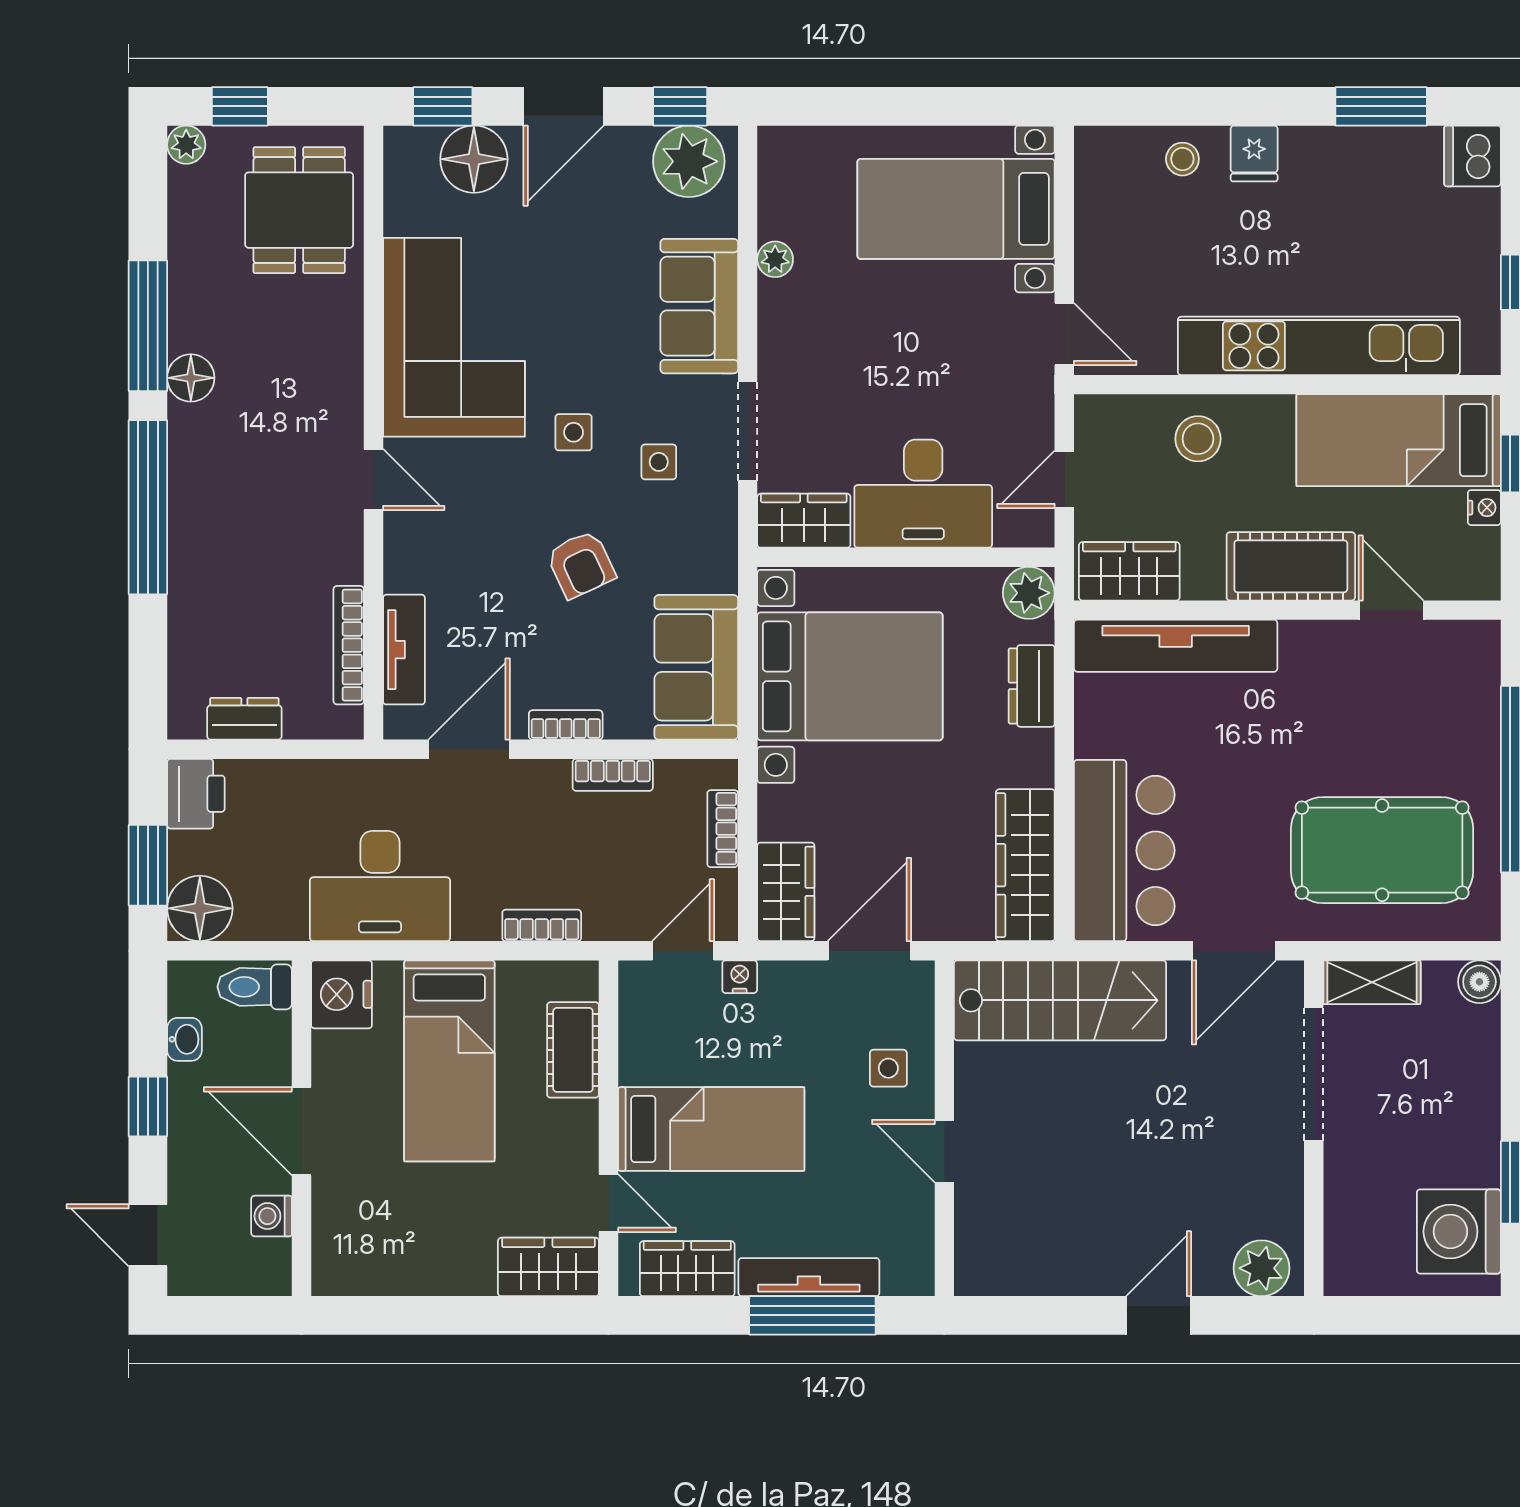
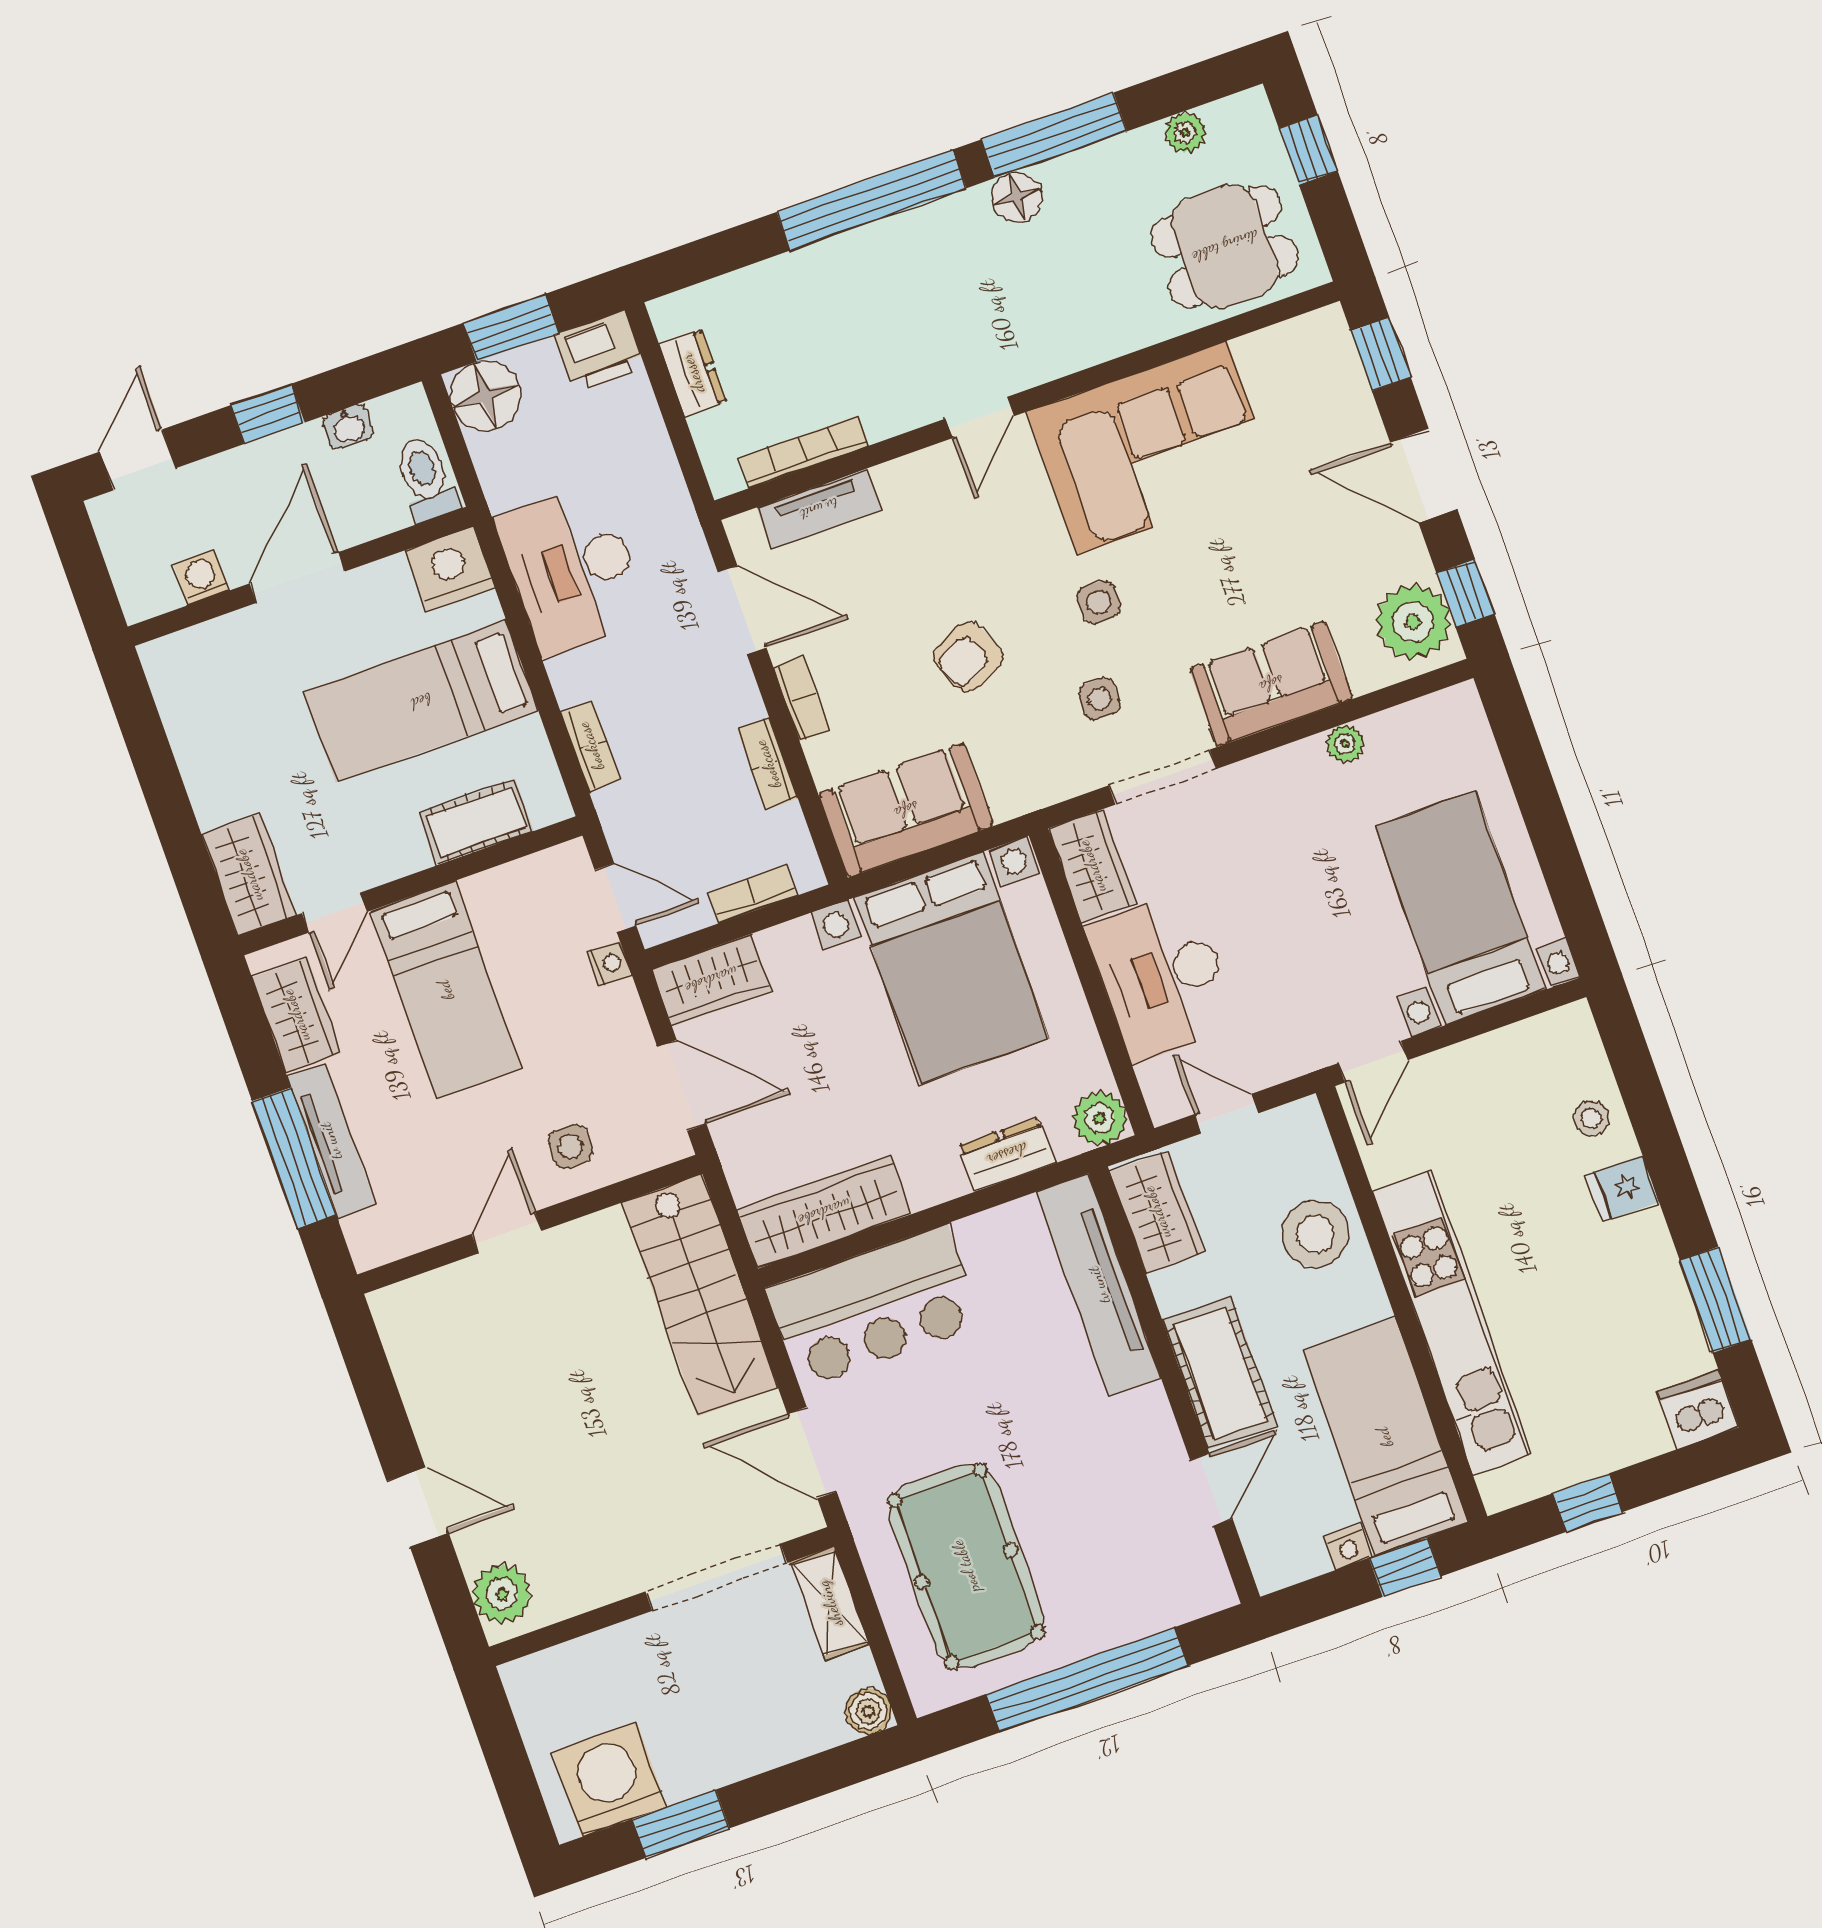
plant: (186, 145) -> (1185, 132), moved
floor lamp: (474, 159) -> (1339, 404), removed
stool: (1198, 439) -> (1315, 1234), width x1.38, depth x1.38

